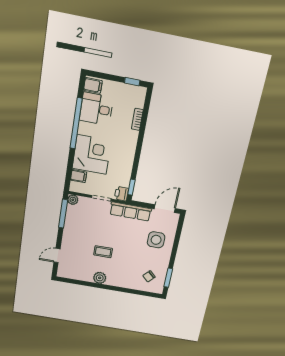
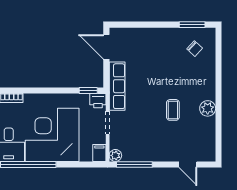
corner desk: (92, 155) -> (52, 135), width x1.36, depth x1.36
filing cabinet: (79, 176) -> (99, 153), moved
side table: (156, 240) -> (146, 49), removed

